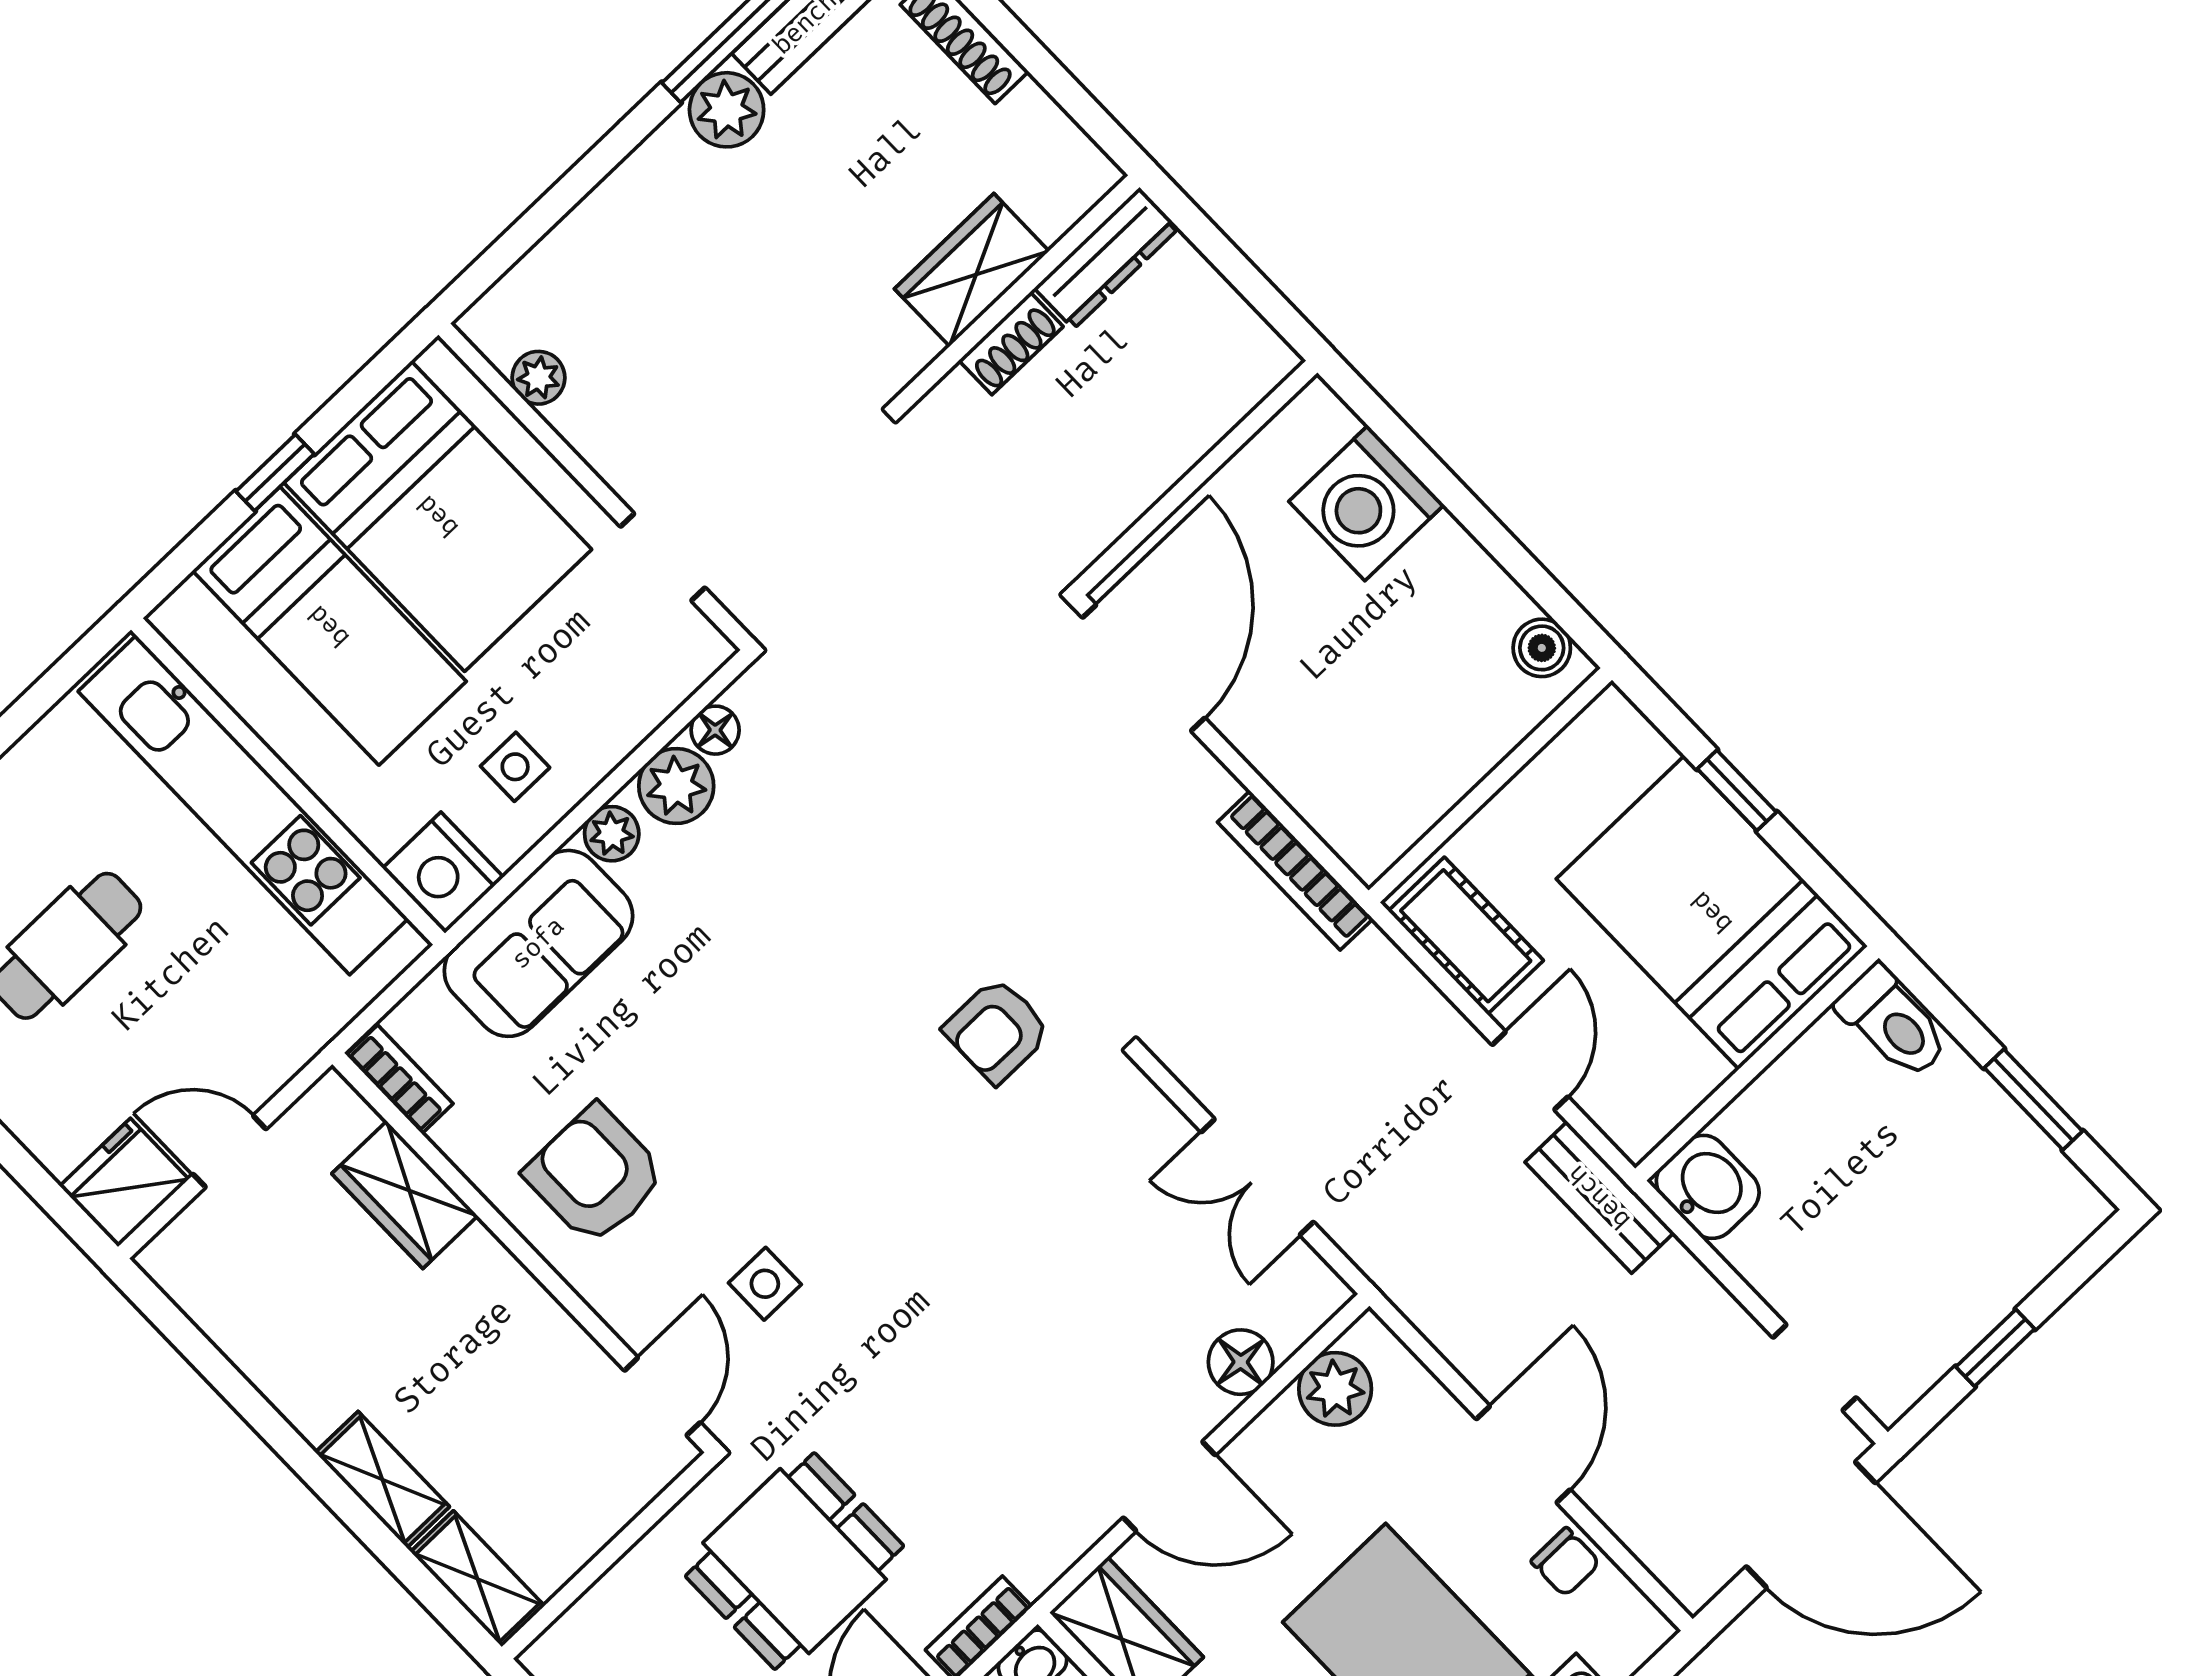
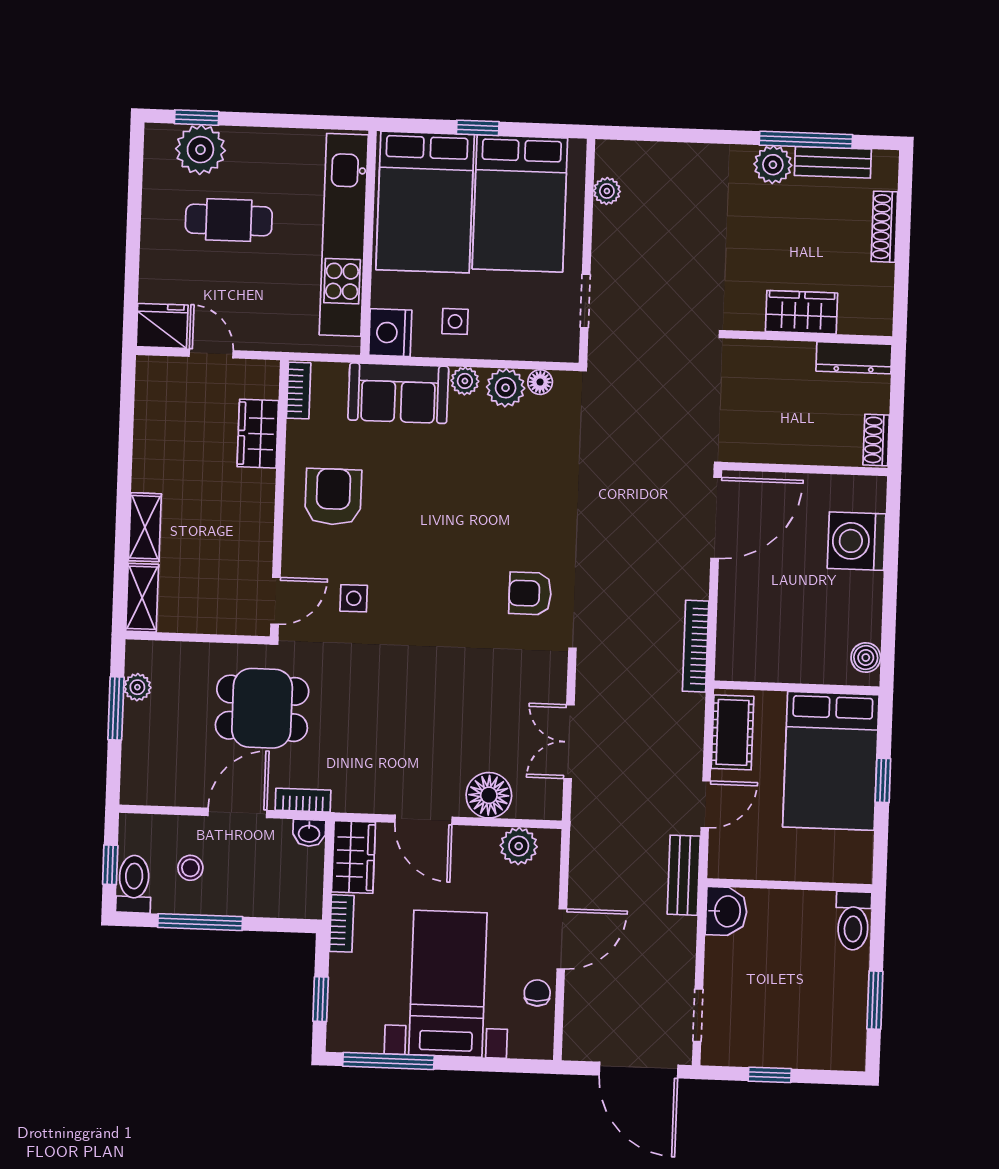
shoe rack: (1011, 343) -> (876, 440), moved, turned 90
bed: (329, 626) -> (425, 202), width x1.50
bed: (1712, 912) -> (831, 761), moved, turned 180
floor lamp: (1241, 1362) -> (489, 795), width x1.38, depth x1.38
chair: (1566, 1562) -> (537, 993), turned 180

